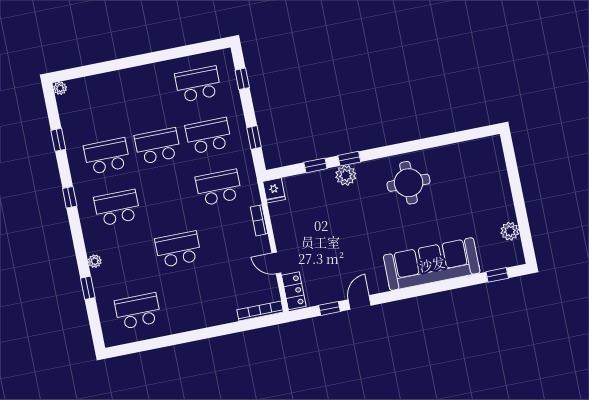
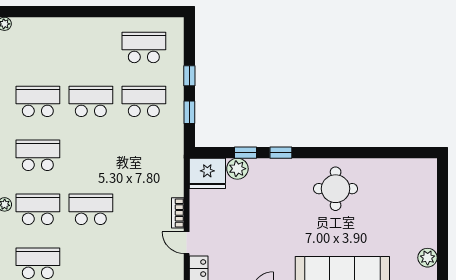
window: (242, 79) -> (189, 76), moved
plant: (346, 175) -> (237, 169), moved
school desk: (219, 187) -> (38, 209), moved
fridge: (274, 190) -> (207, 173), width x1.88, depth x1.34
bookcase: (259, 220) -> (178, 213), moved

